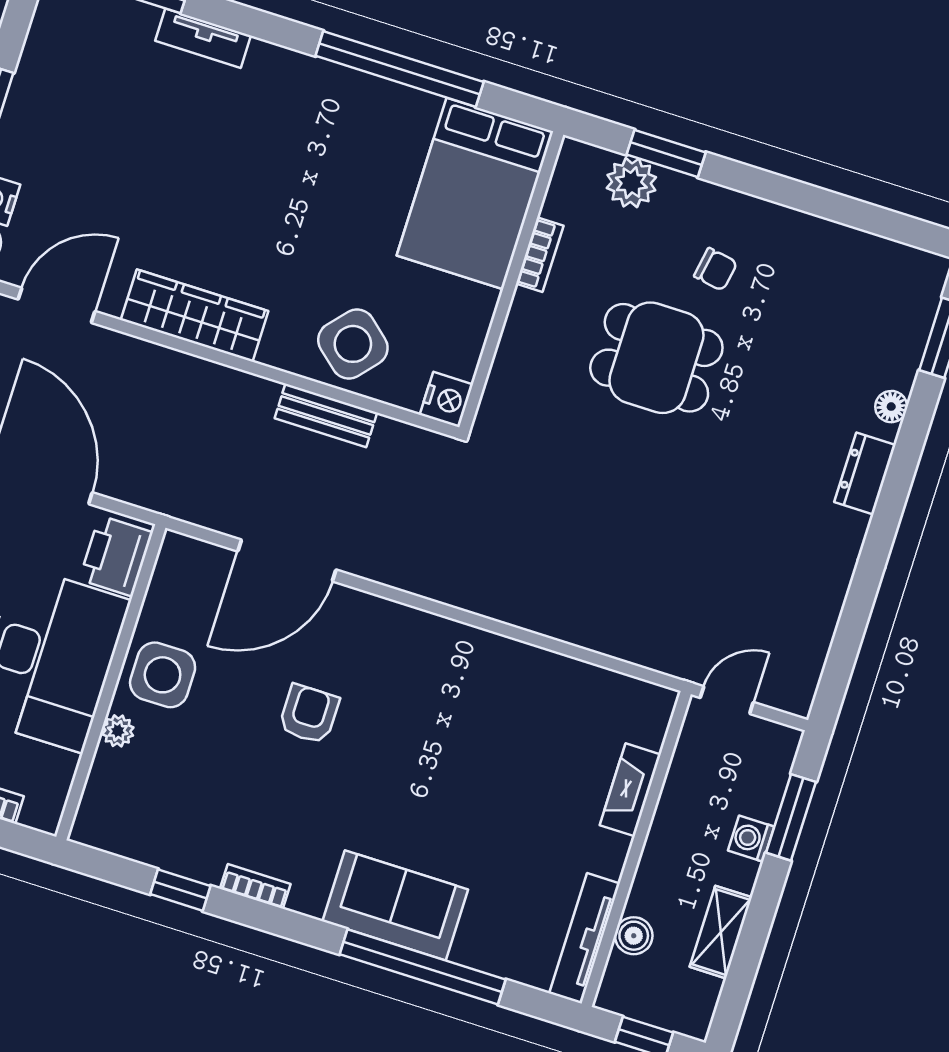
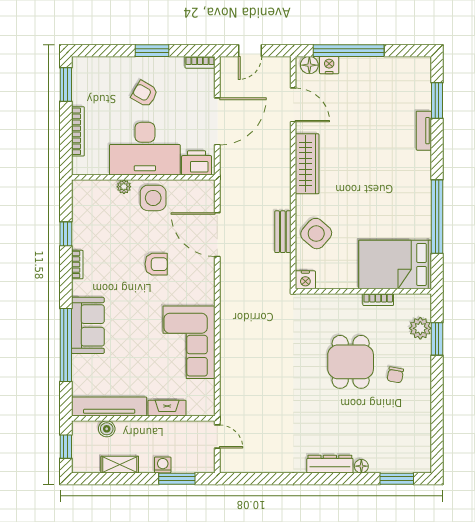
dresser: (865, 474) -> (330, 464), width x1.44
corner sofa: (502, 696) -> (189, 342), added
tv unit: (584, 938) -> (109, 406), width x1.36, depth x1.29

